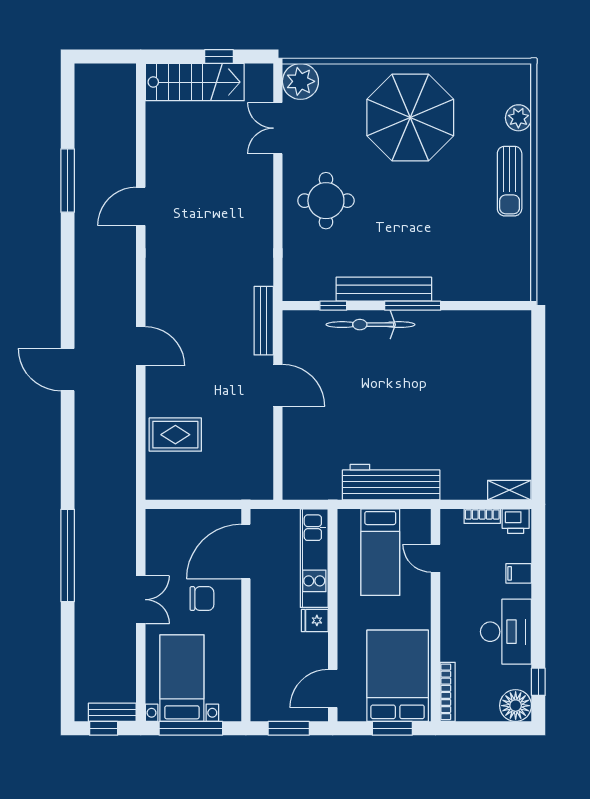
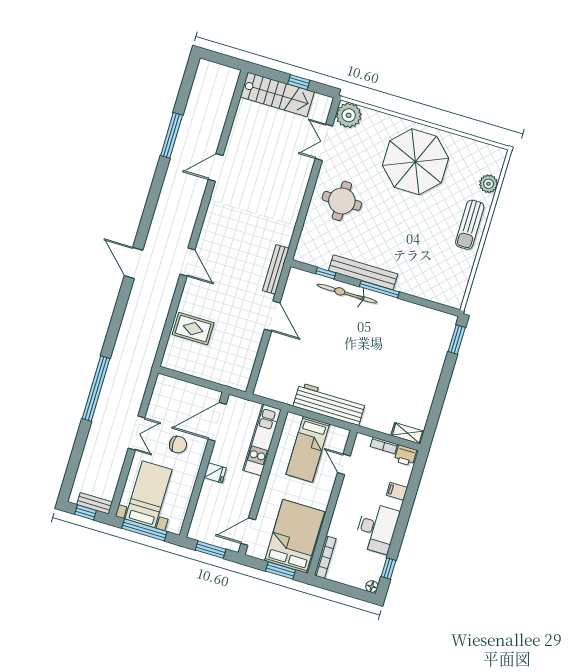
window: (538, 343) -> (457, 339), added
fridge: (315, 620) -> (215, 473), moved, turned 180
floor lamp: (516, 706) -> (372, 587), width x0.53, depth x0.53

